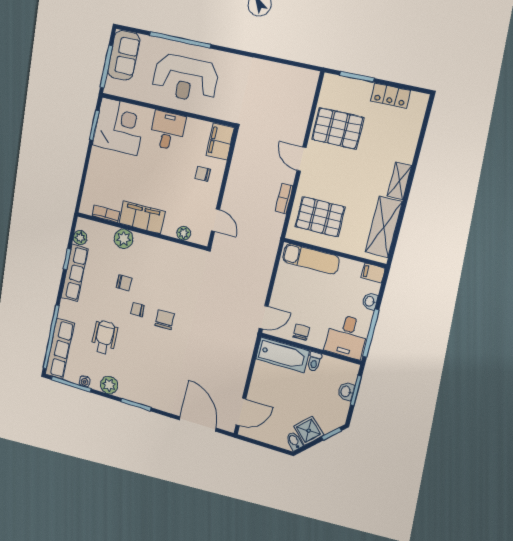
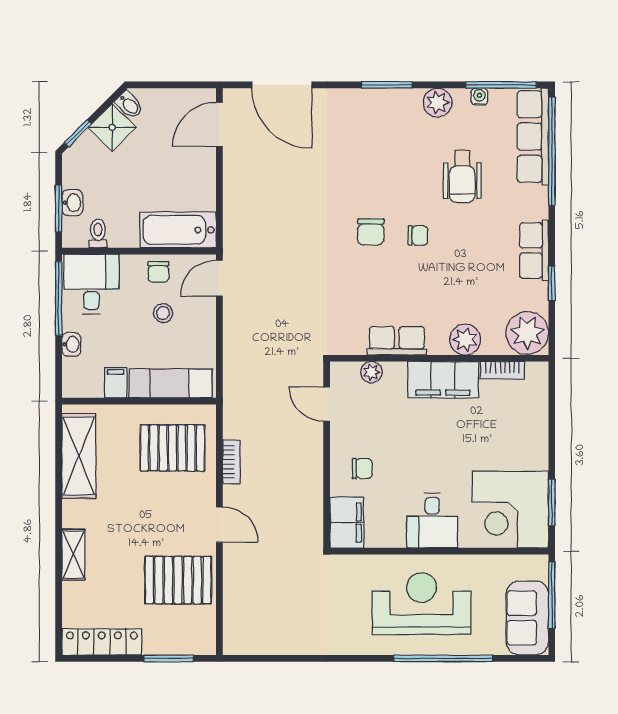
locker: (390, 96) -> (102, 642), width x1.53
shelving: (399, 181) -> (73, 555), moved
plant: (80, 238) -> (527, 333), width x1.87, depth x1.87
row of seats: (164, 249) -> (397, 341), added
row of seats: (75, 273) -> (534, 250), width x0.68
filing cabinet: (373, 273) -> (116, 383), moved, turned -90
chair: (124, 283) -> (449, 271), removed
stool: (305, 305) -> (163, 313), added
toilet: (314, 362) -> (98, 233), moved

